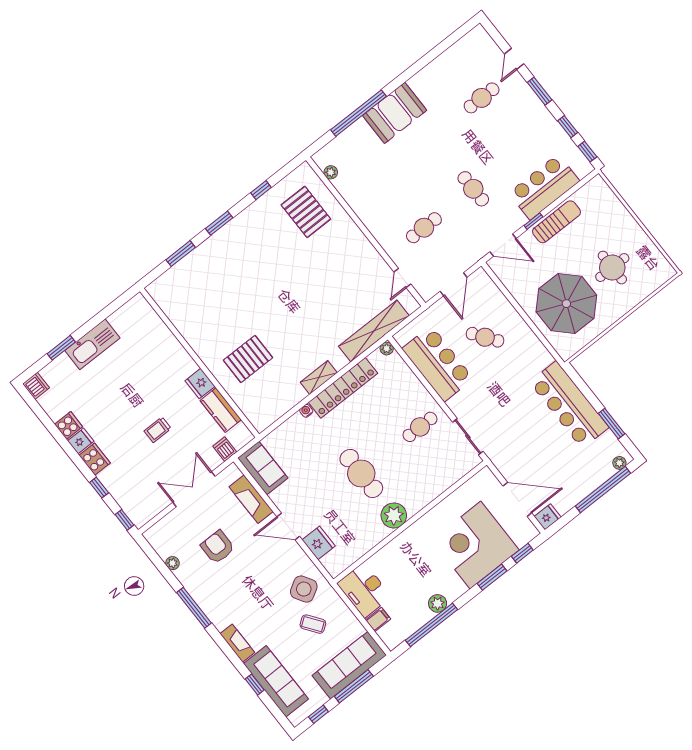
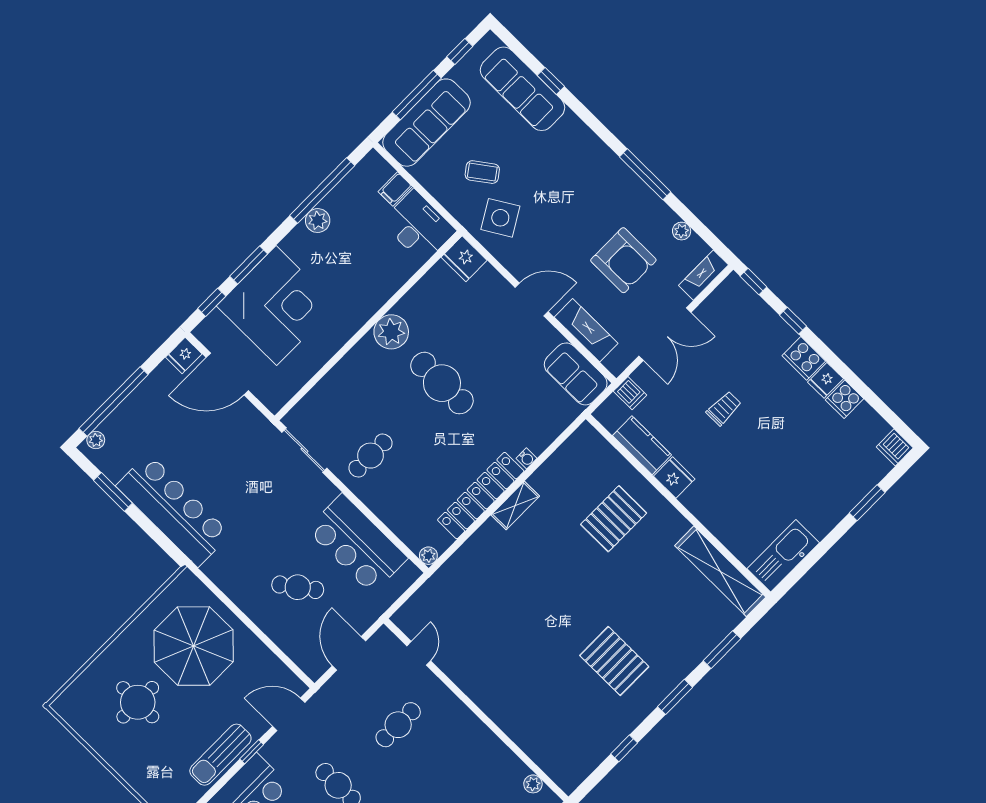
pallet: (306, 212) -> (614, 661), moved
shelving: (374, 331) -> (720, 571), moved, turned 90
kitchen sink: (92, 344) -> (783, 556), moved
fridge: (319, 543) -> (464, 259), moved
armchair: (218, 547) -> (623, 260), width x1.36, depth x1.36
fireplace: (237, 643) -> (703, 275), moved, turned 90

